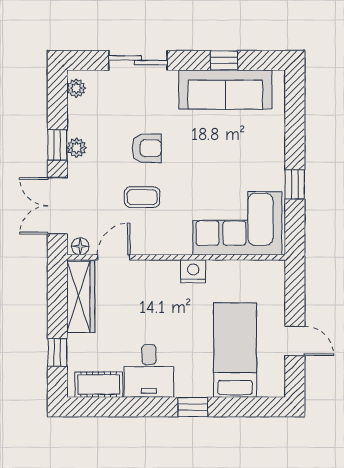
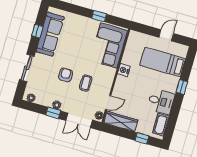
door: (114, 257) -> (108, 103), swing flipped

